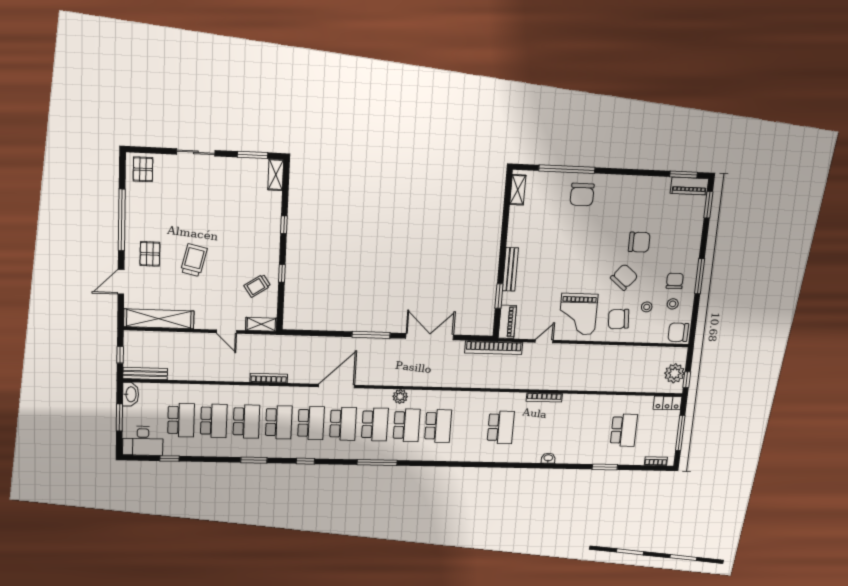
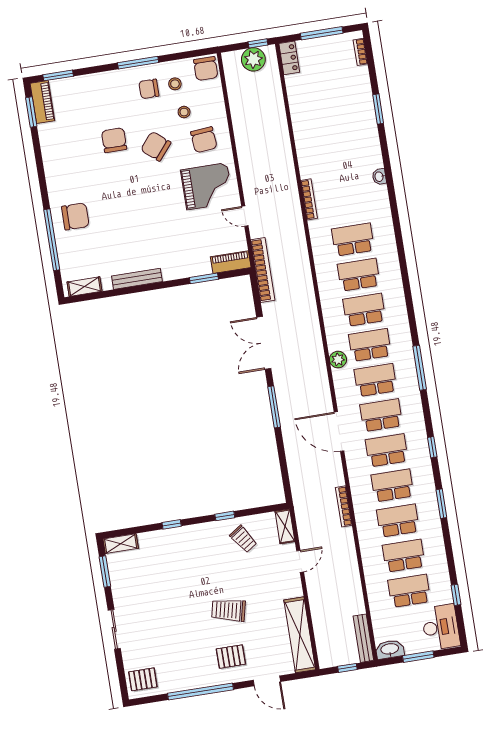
bench: (510, 269) -> (137, 279), moved
school desk: (624, 430) -> (359, 275), moved

